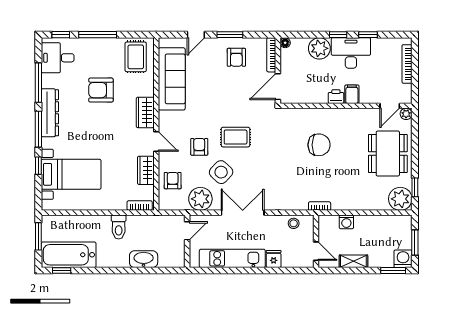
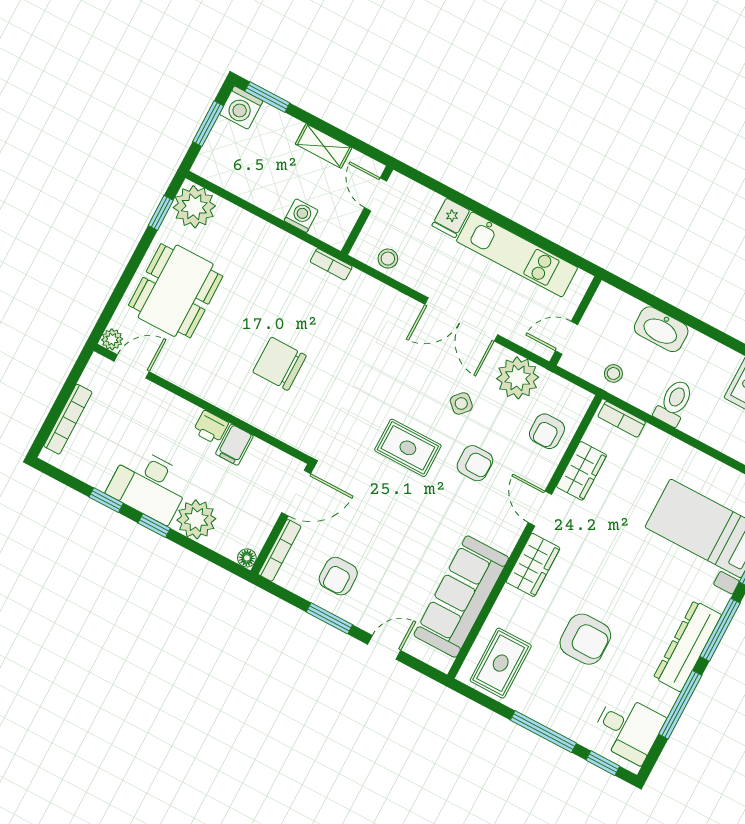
armchair: (236, 57) -> (338, 576), turned 180
filing cabinet: (352, 94) -> (234, 445), moved
armchair: (199, 147) -> (475, 463), turned -90
side table: (221, 172) -> (461, 403), width x0.54, depth x0.54
stool: (155, 226) -> (613, 373), added

